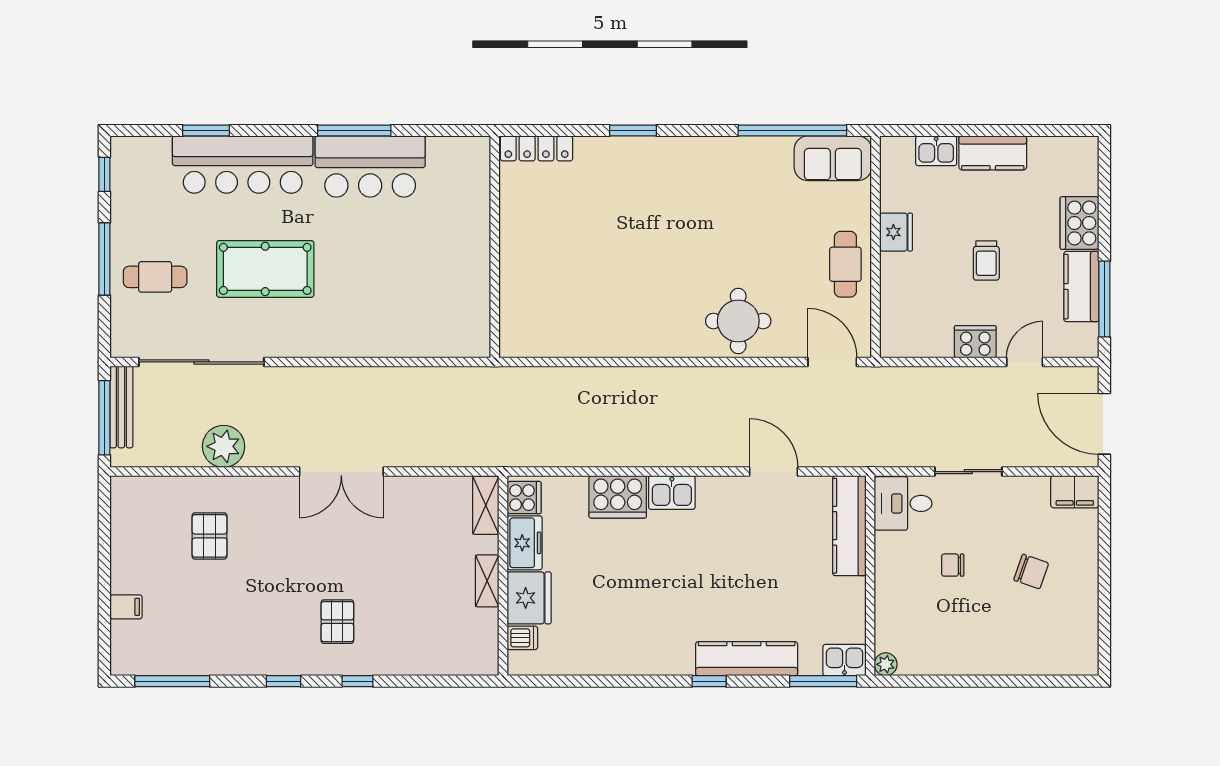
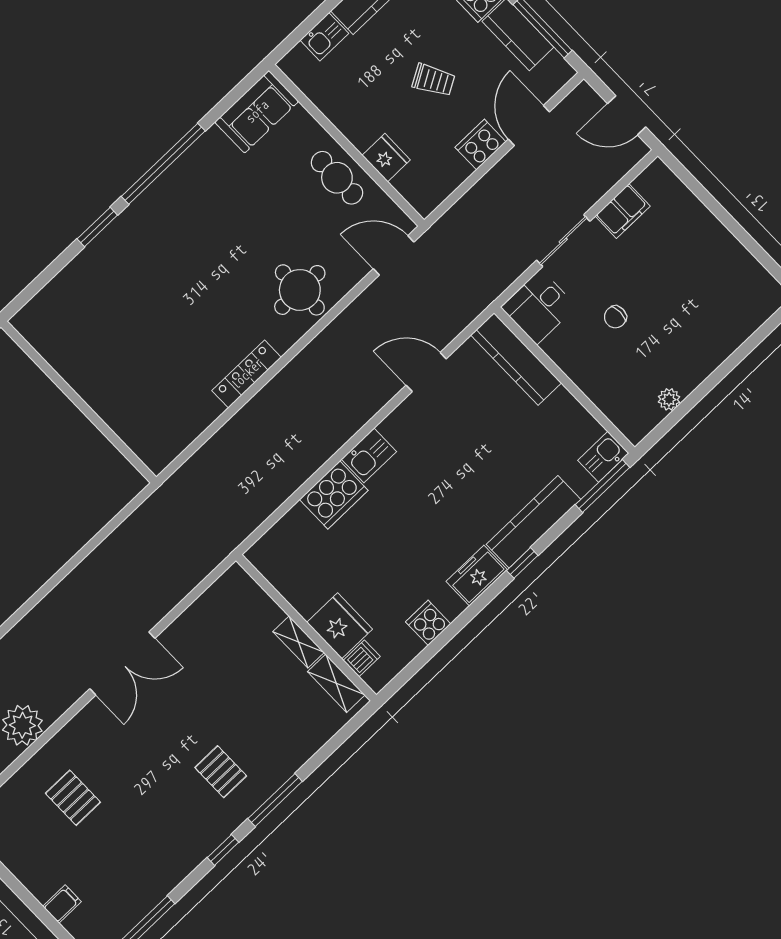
window: (792, 130) -> (163, 164), moved
locker: (537, 148) -> (247, 374), moved, turned 180
fridge: (896, 232) -> (386, 158), moved
trolley: (986, 261) -> (434, 80), turned -30
door: (1025, 362) -> (529, 126), width x1.38
door: (1104, 424) -> (627, 115), width x0.73
filing cabinet: (1075, 492) -> (623, 211), moved
cooker: (524, 498) -> (428, 623), moved, turned -90
shelving: (486, 505) -> (336, 683), moved
freezer: (525, 543) -> (477, 576), moved, turned -90
chair: (1031, 572) -> (675, 269), removed
plant: (886, 664) -> (669, 399), moved
window: (358, 681) -> (275, 800), width x2.17

